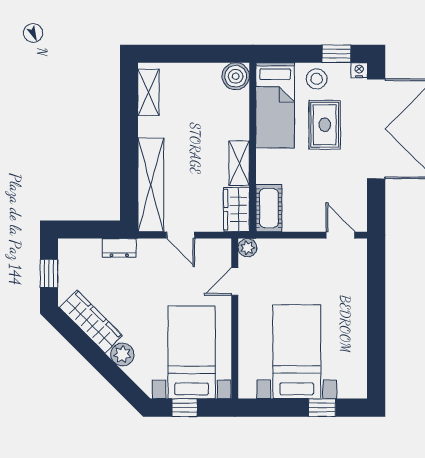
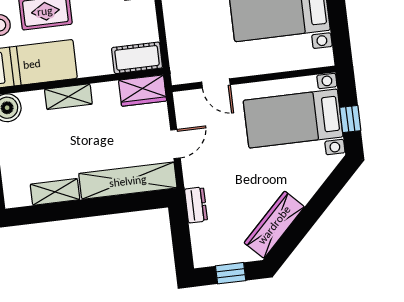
shelving: (148, 92) -> (55, 192), moved
shelving: (239, 163) -> (68, 97), moved
plant: (247, 248) -> (180, 75), removed
plant: (122, 354) -> (304, 189), removed

